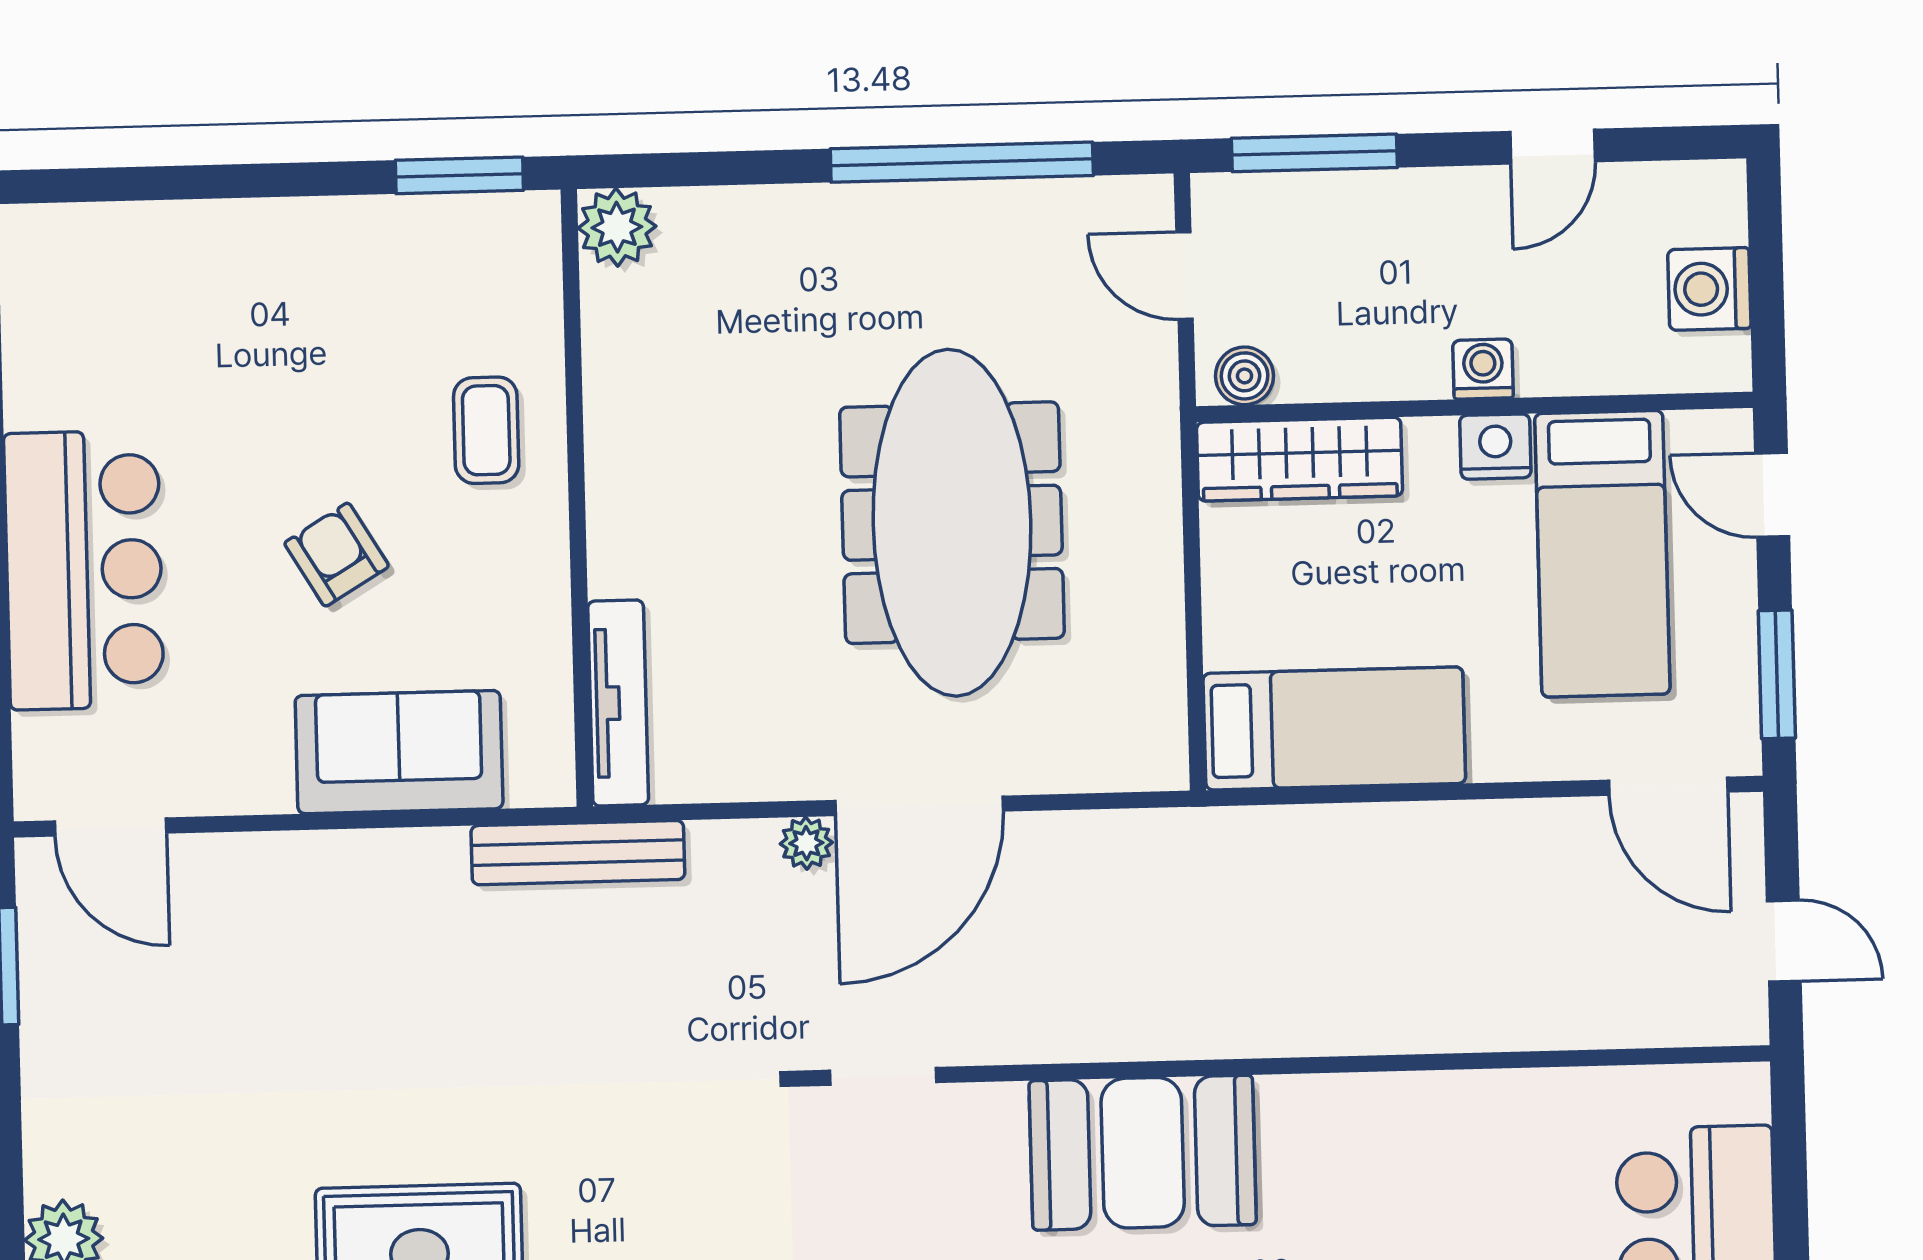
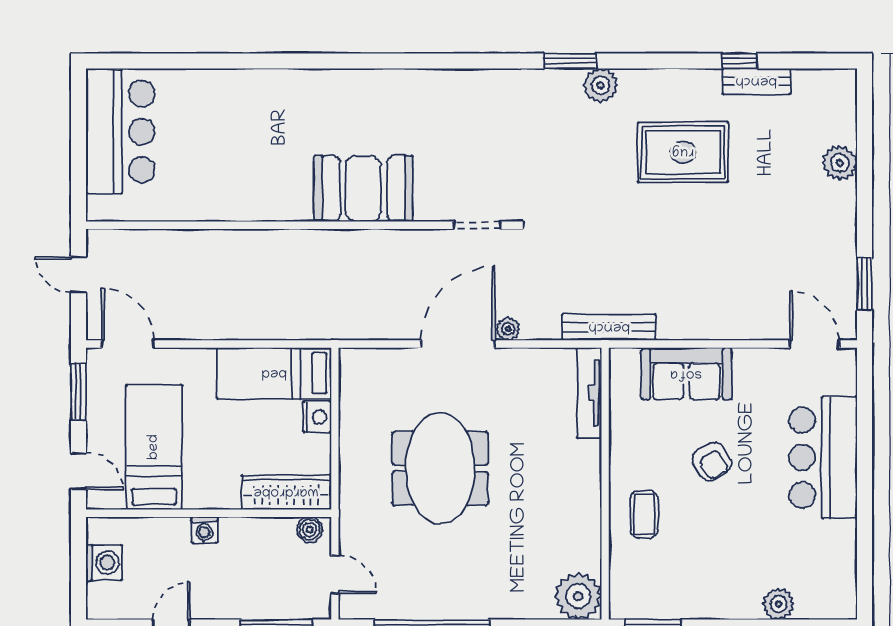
plant: (617, 227) -> (578, 596), width x1.36, depth x1.36
plant: (177, 235) -> (778, 604), added
nightstand: (1495, 447) -> (317, 417), moved, turned -90
meeting table: (952, 523) -> (440, 468), width x0.73

